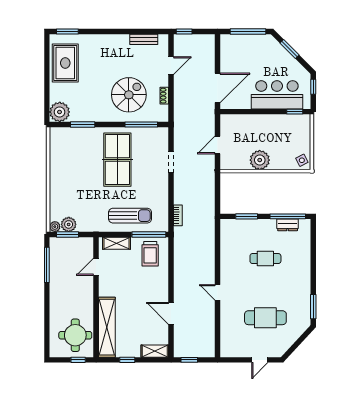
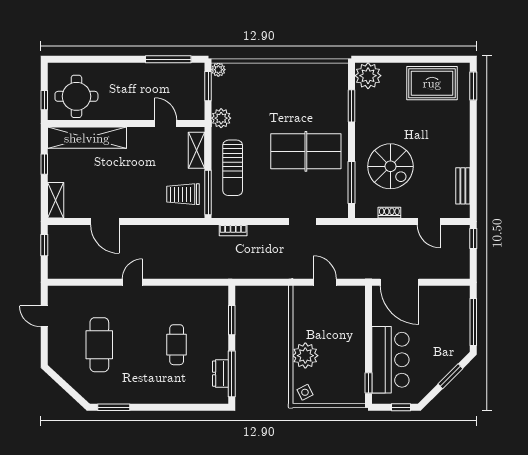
plant: (260, 160) -> (305, 356), moved
plant: (69, 224) -> (221, 118), moved
door: (171, 313) -> (105, 221), swing flipped
door: (260, 360) -> (44, 316), moved

